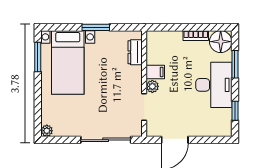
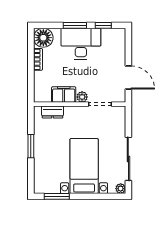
bed with nightstands: (68, 62) -> (84, 166), moved, turned -90
window: (235, 64) -> (75, 25), moved
filing cabinet: (155, 72) -> (64, 95), width x2.00
sliding door: (106, 140) -> (128, 159), moved

